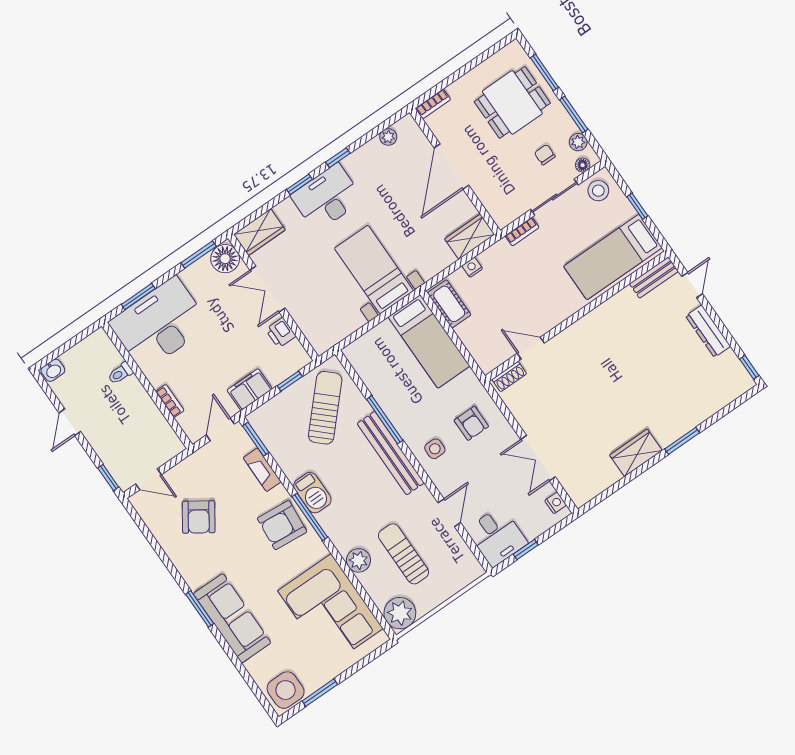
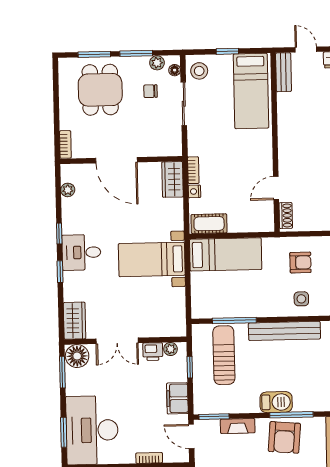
desk: (327, 198) -> (81, 252), width x0.73
bookcase: (522, 232) -> (193, 170), moved
plant: (295, 349) -> (171, 349), added
sun lounger: (325, 408) -> (224, 355), turned 47
window: (385, 420) -> (234, 320), moved

